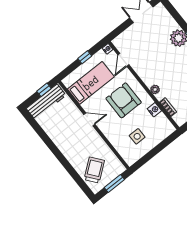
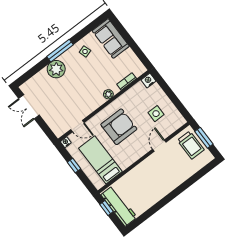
armchair: (124, 100) -> (119, 127), turned 180
nightstand: (154, 110) -> (149, 80), moved
door: (89, 119) -> (159, 146), moved
trolley: (94, 170) -> (191, 145), moved, turned -142

